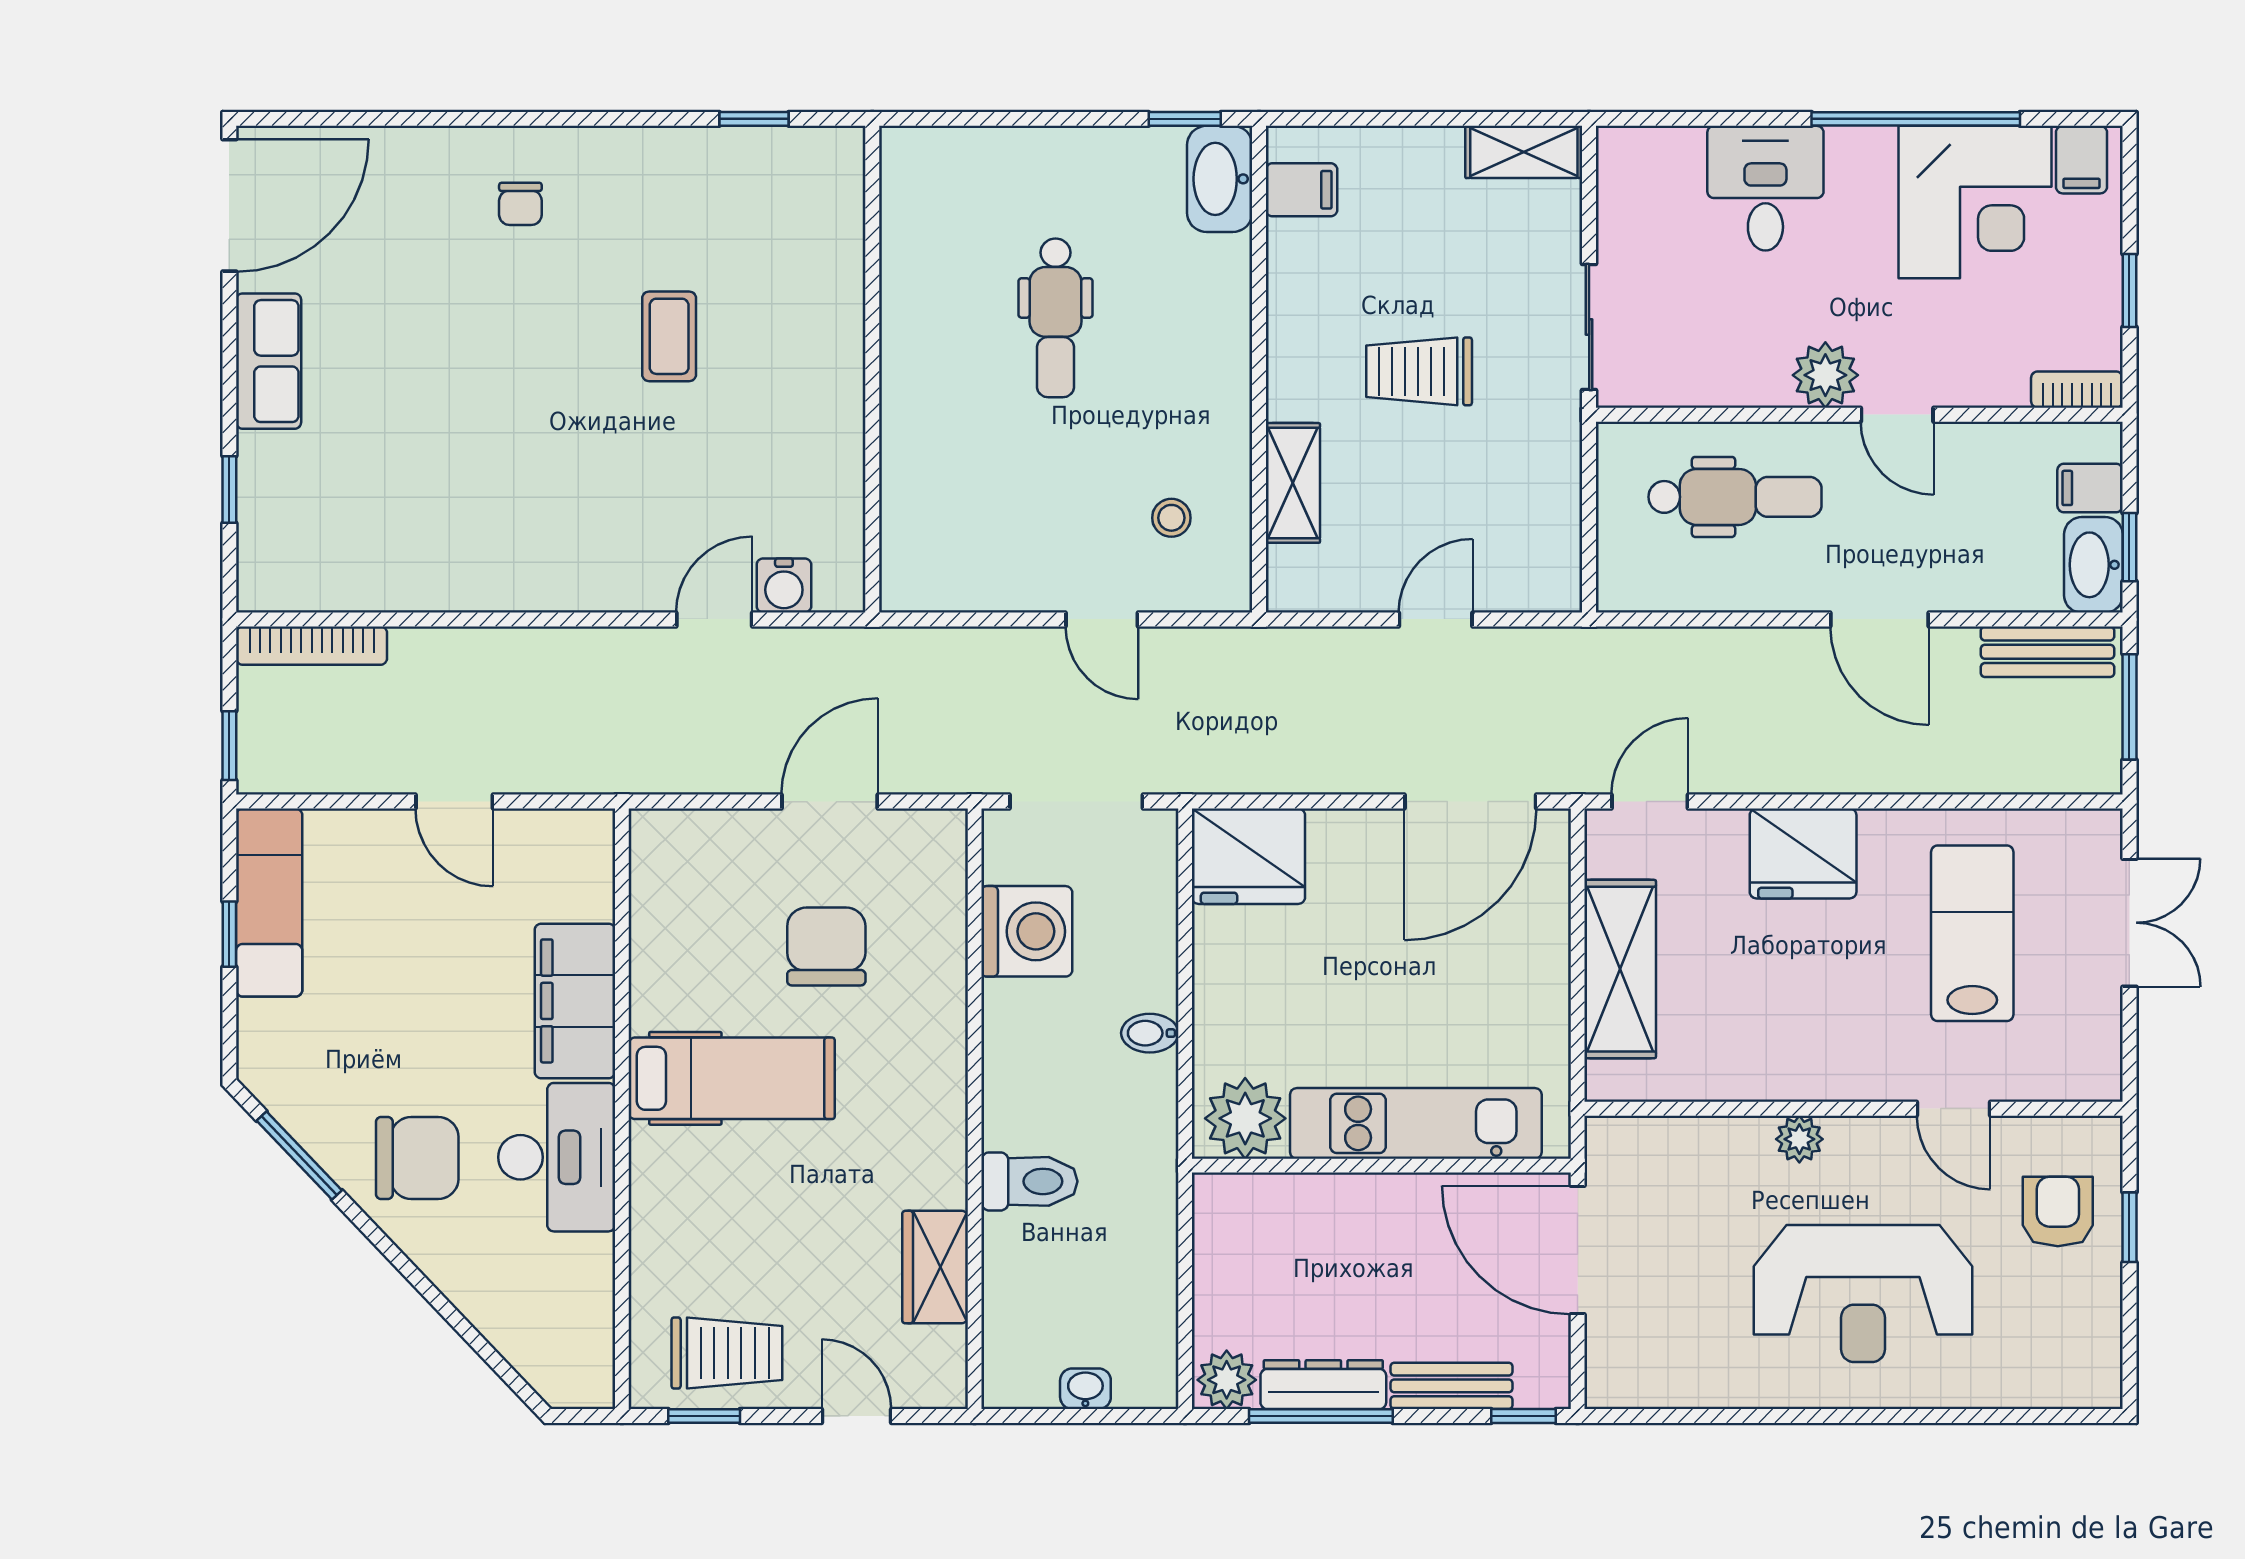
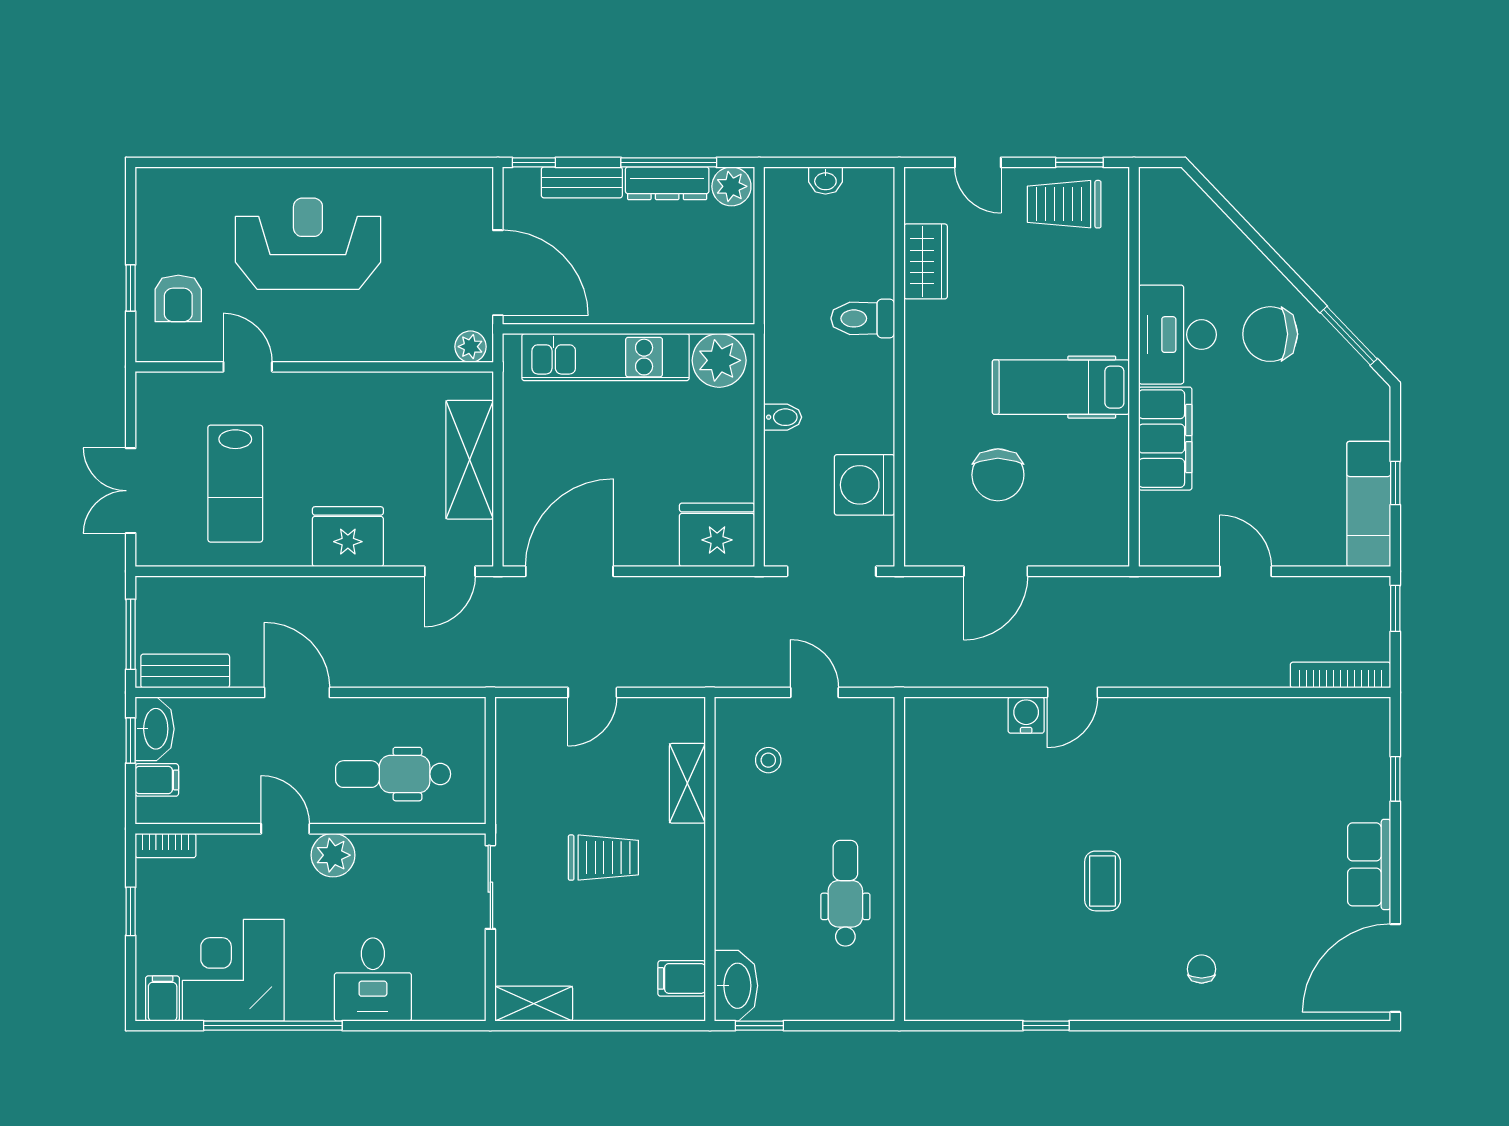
wall: (872, 369) -> (899, 859), moved
plant: (1799, 1139) -> (470, 347), moved

